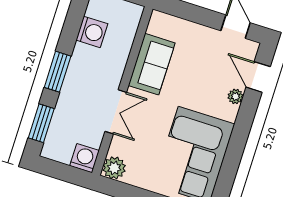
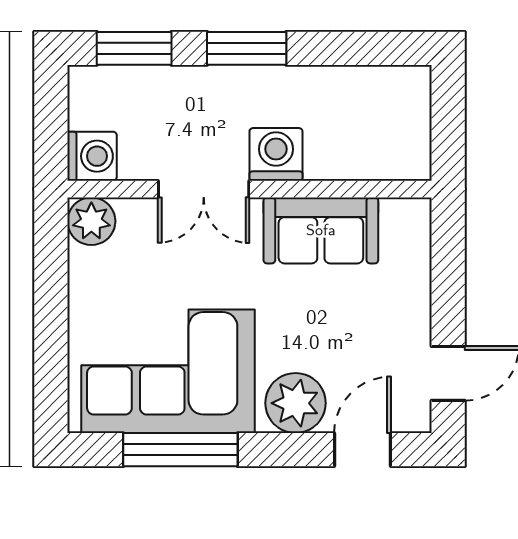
washing machine: (92, 32) -> (276, 154), moved, turned 180
plant: (236, 96) -> (296, 403), width x1.88, depth x1.88
window: (232, 160) -> (180, 450), added

